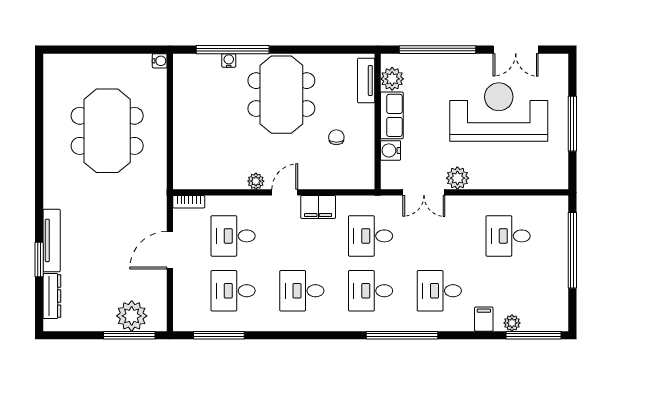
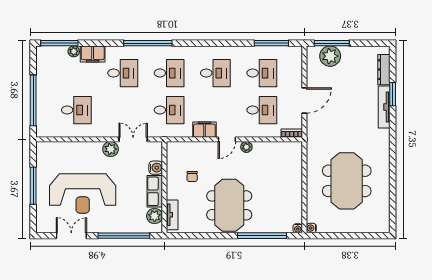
water cooler: (229, 60) -> (298, 228), moved
filing cabinet: (484, 319) -> (93, 54), width x2.00

